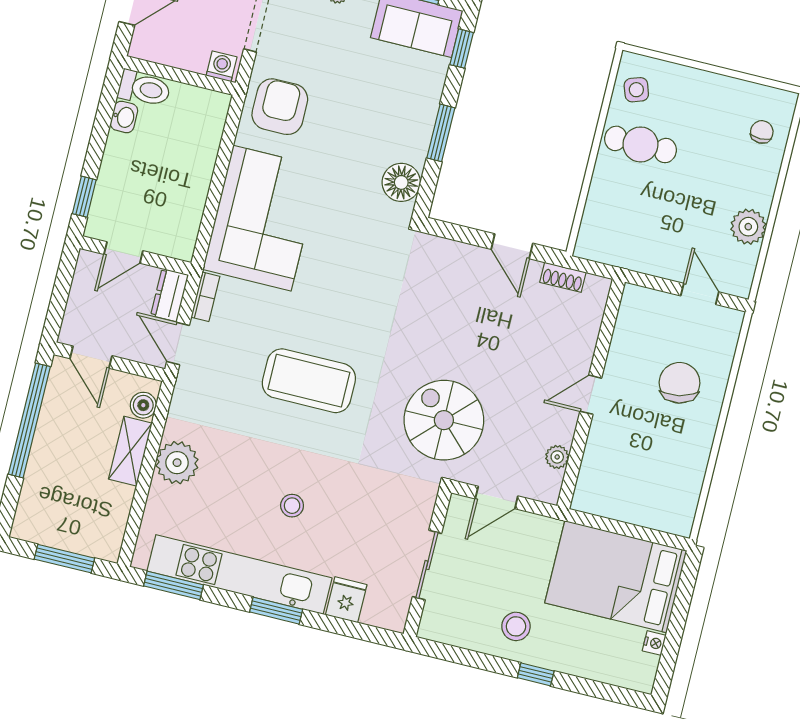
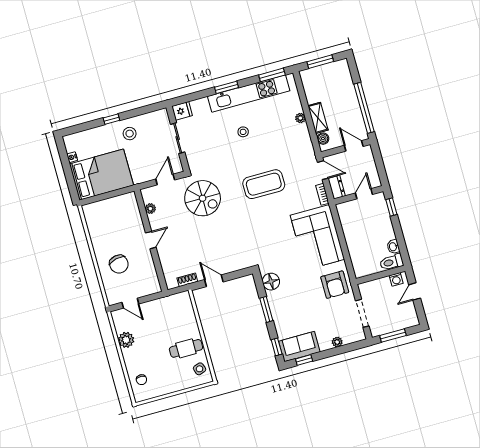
washing machine: (222, 66) -> (396, 279), moved
plant: (177, 463) -> (300, 118), width x0.53, depth x0.53
fridge: (346, 600) -> (182, 111), moved, turned -90

